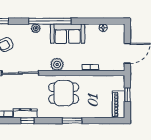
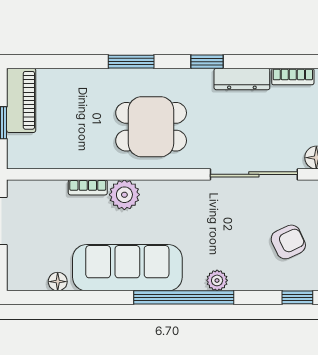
sofa: (68, 34) -> (127, 268), width x1.36
plant: (57, 64) -> (124, 195), moved
window: (27, 121) -> (207, 62), moved

